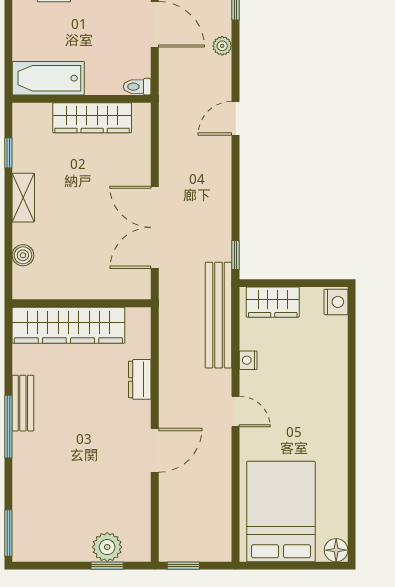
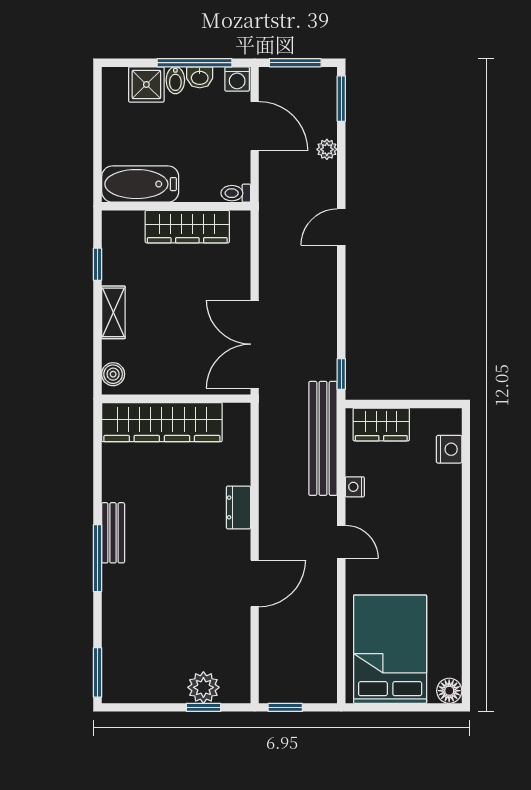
nightstand: (336, 302) -> (449, 449), moved
wall: (82, 303) -> (176, 399), moved
wardrobe: (68, 325) -> (162, 422), moved

